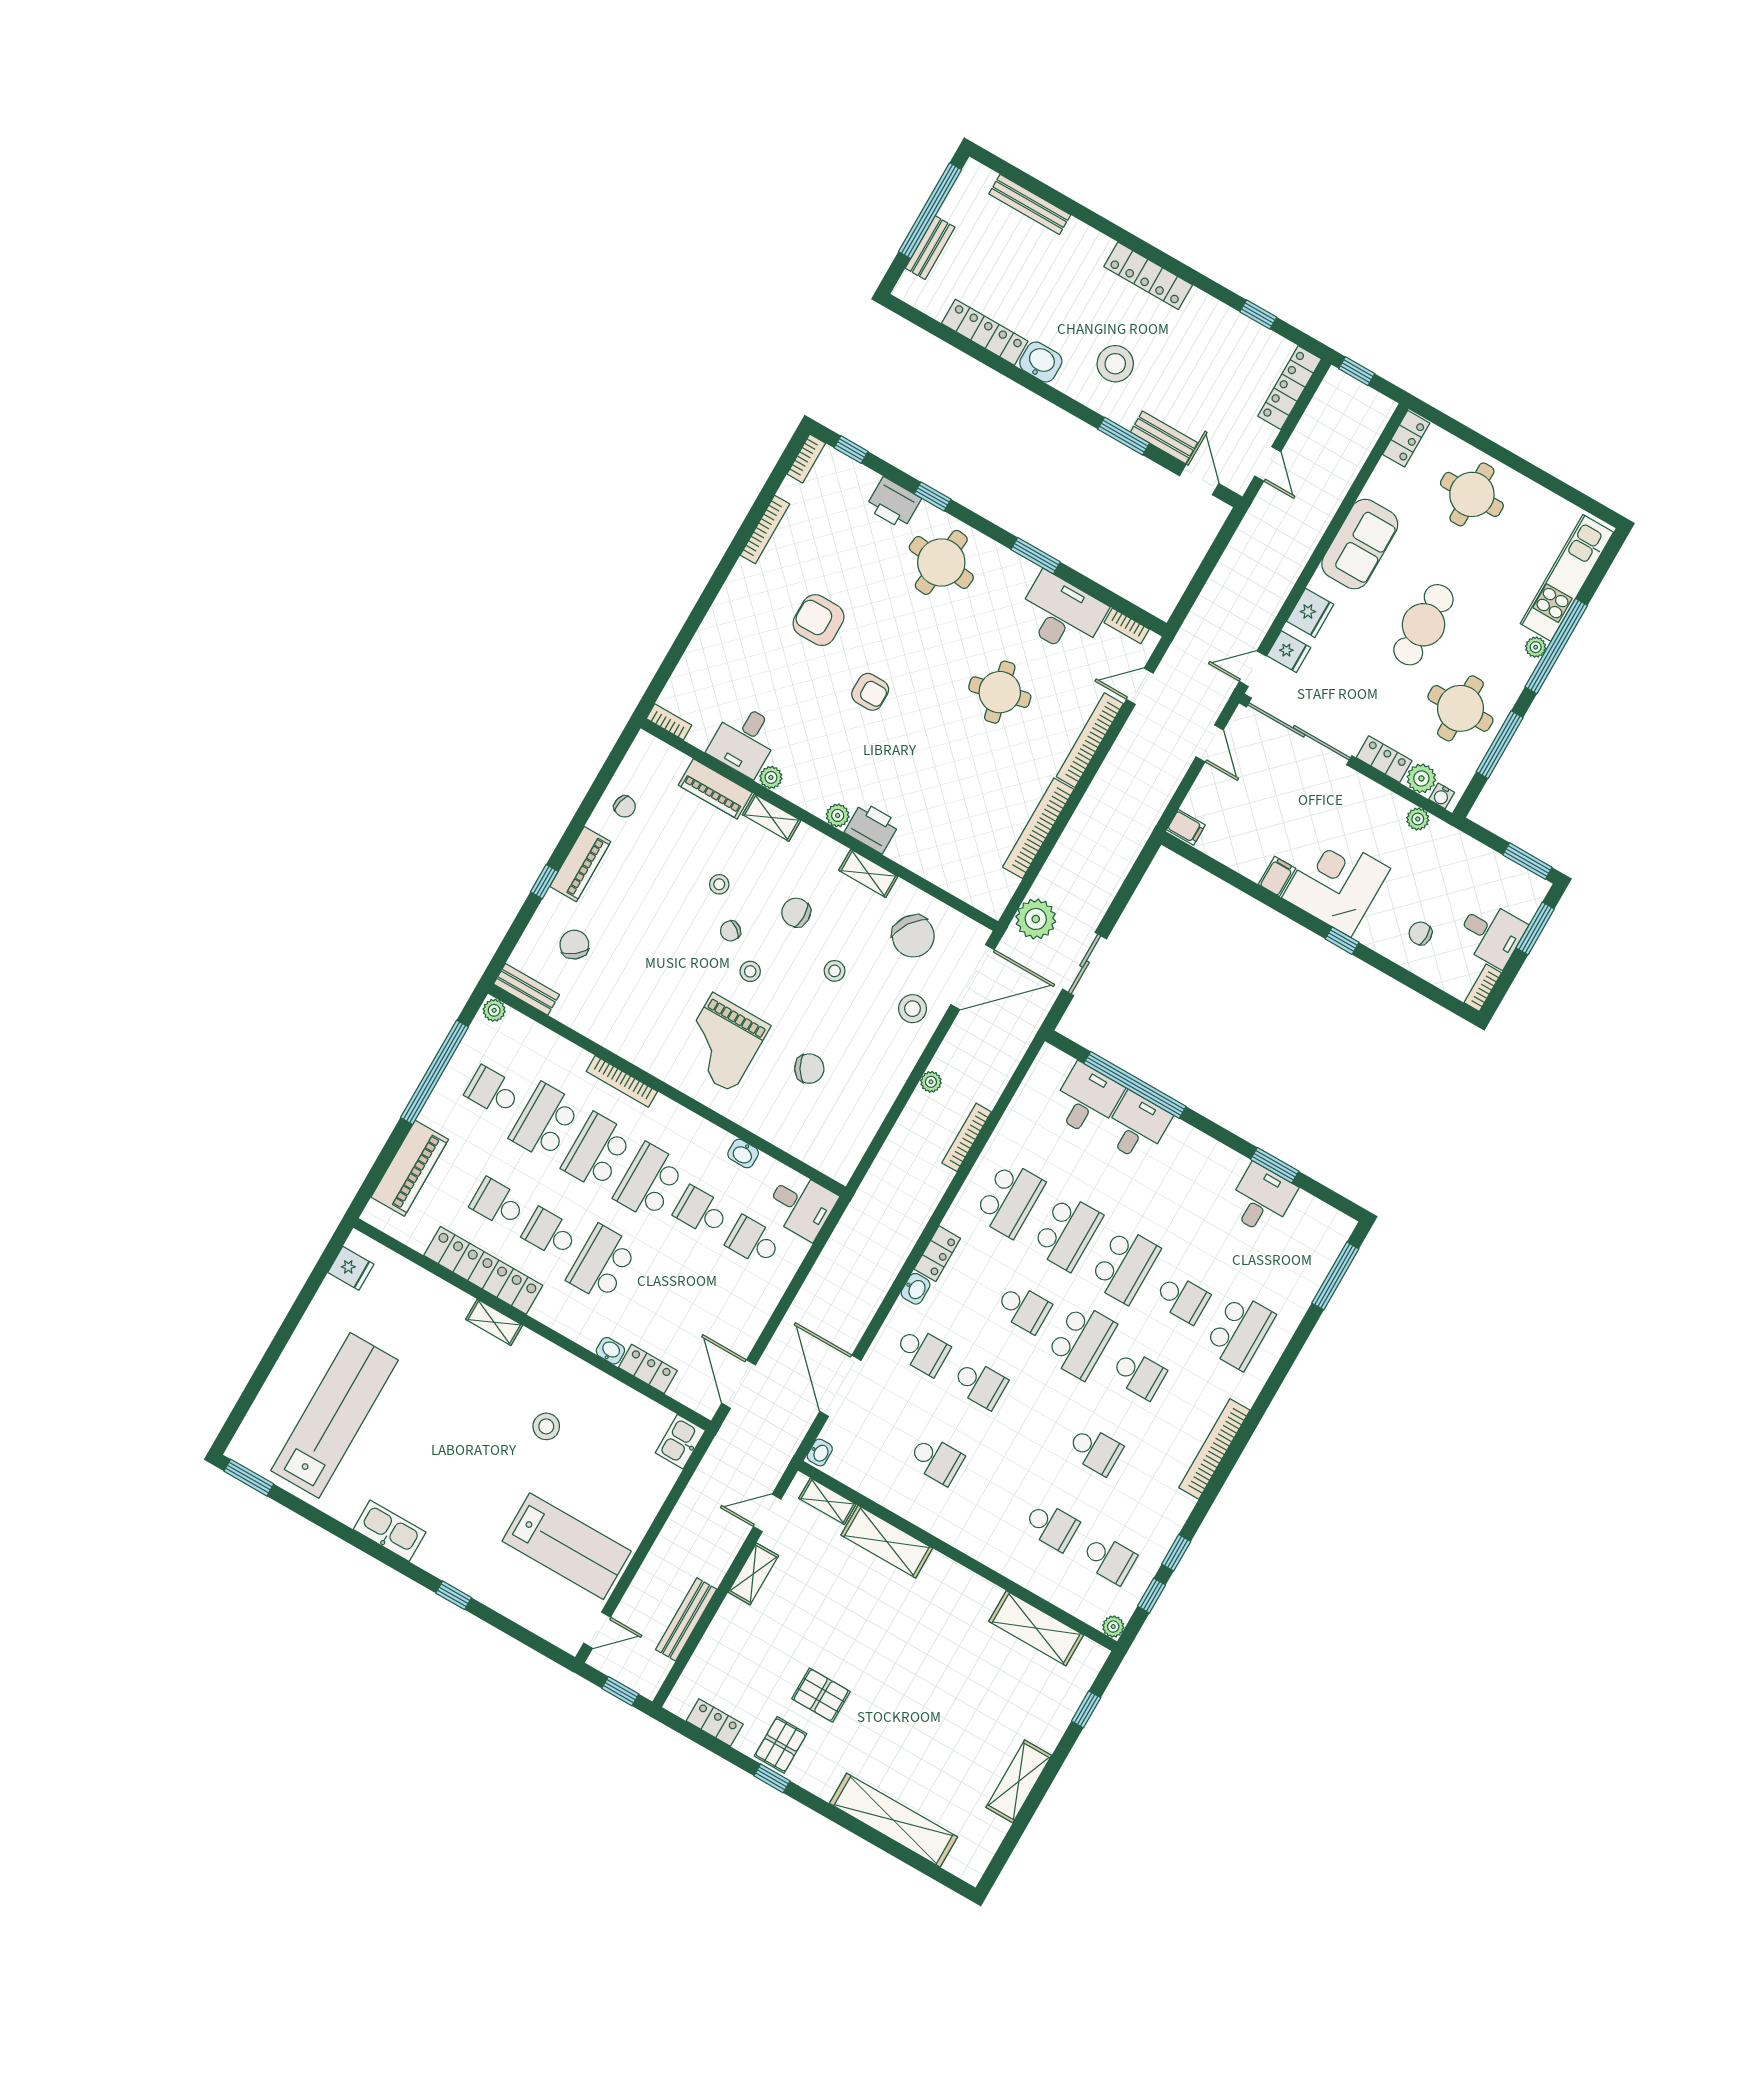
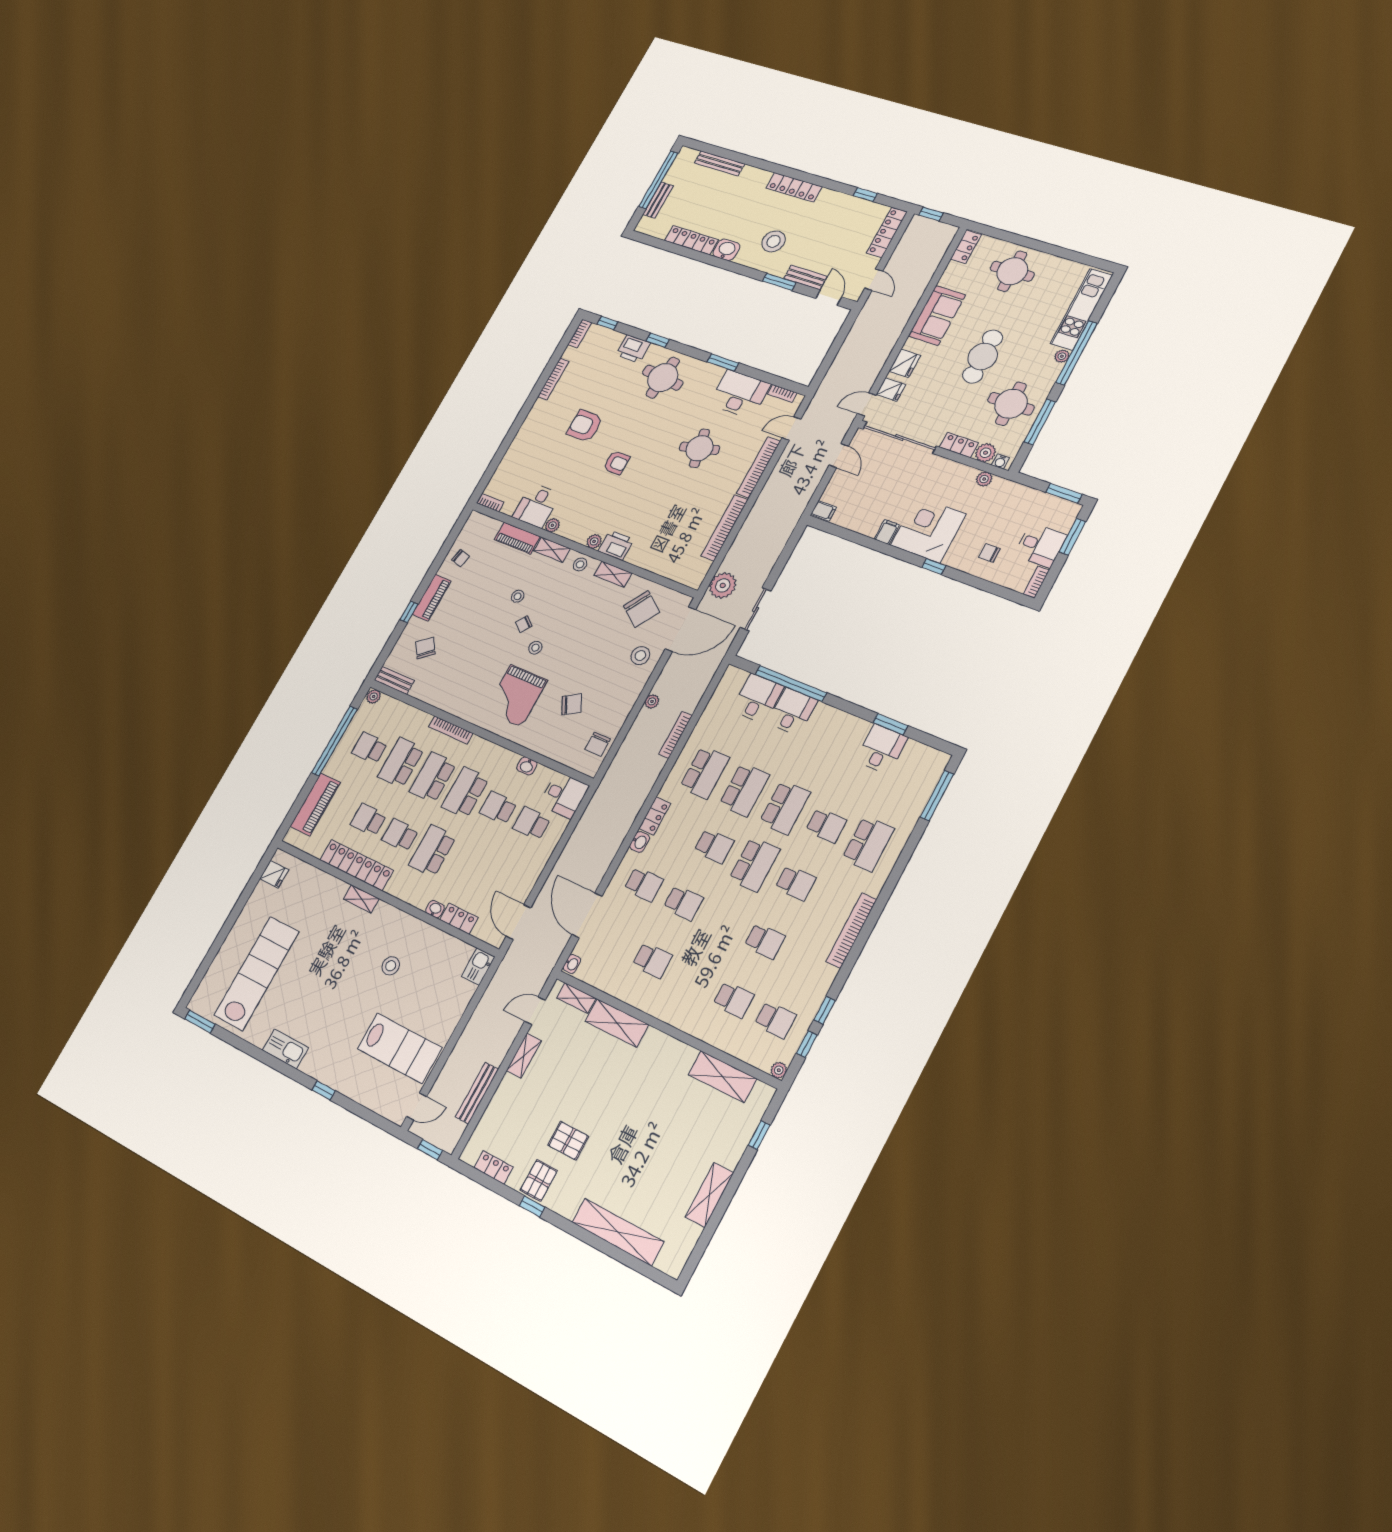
chair: (796, 912) -> (598, 744), moved, turned -90
stool: (835, 971) -> (580, 564), moved

